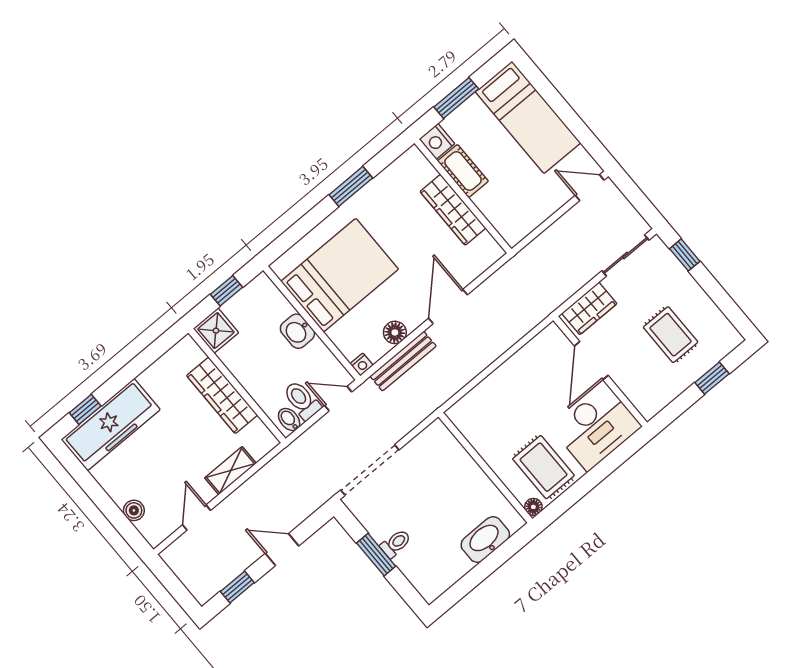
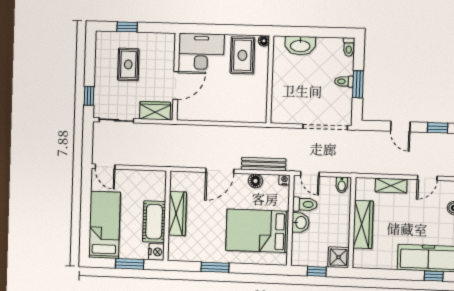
cot: (463, 171) -> (154, 222), width x1.37, depth x1.34
toilet: (302, 400) -> (305, 204), moved, turned -90
toilet: (426, 589) -> (349, 47), added

